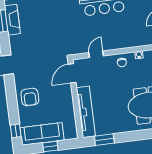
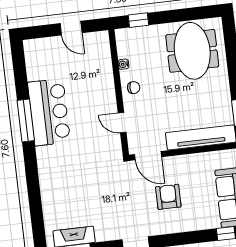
armchair: (30, 97) -> (168, 197), moved, turned -90

